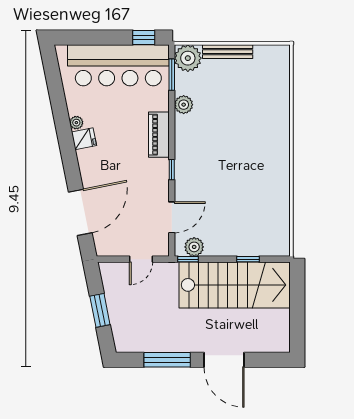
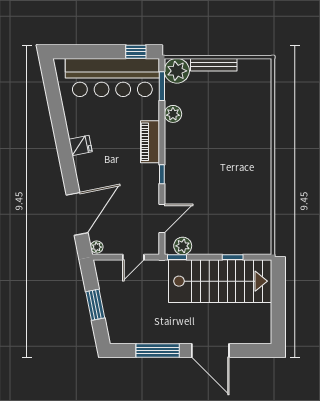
plant: (76, 123) -> (97, 247), moved

